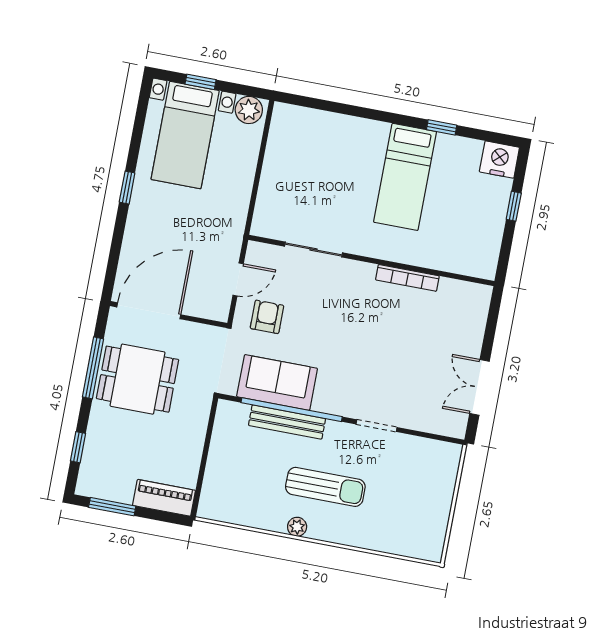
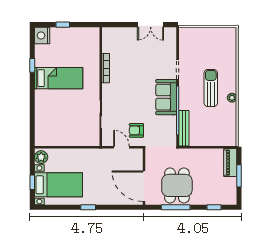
sofa: (277, 382) -> (166, 97), moved
bench: (287, 422) -> (184, 128), moved
window: (112, 507) -> (239, 176), moved

